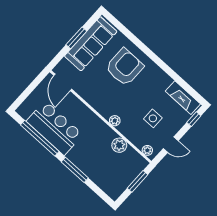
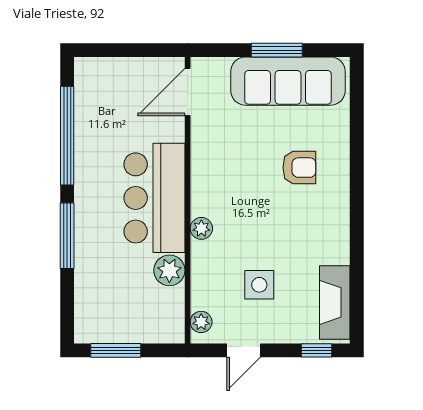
armchair: (125, 67) -> (299, 168), width x0.53, depth x0.53
bar counter: (55, 128) -> (154, 198), moved, turned 180
door: (171, 145) -> (244, 350), hinge flipped
window: (137, 181) -> (116, 350), moved

